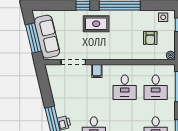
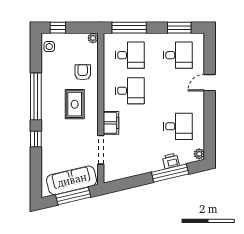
rug: (96, 24) -> (75, 104), moved
armchair: (150, 38) -> (83, 72), moved, turned -90
filing cabinet: (97, 71) -> (111, 123), width x2.00

